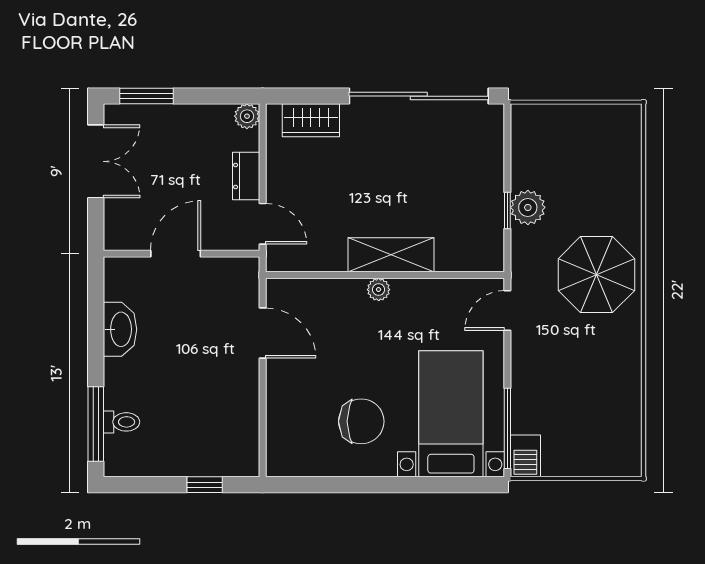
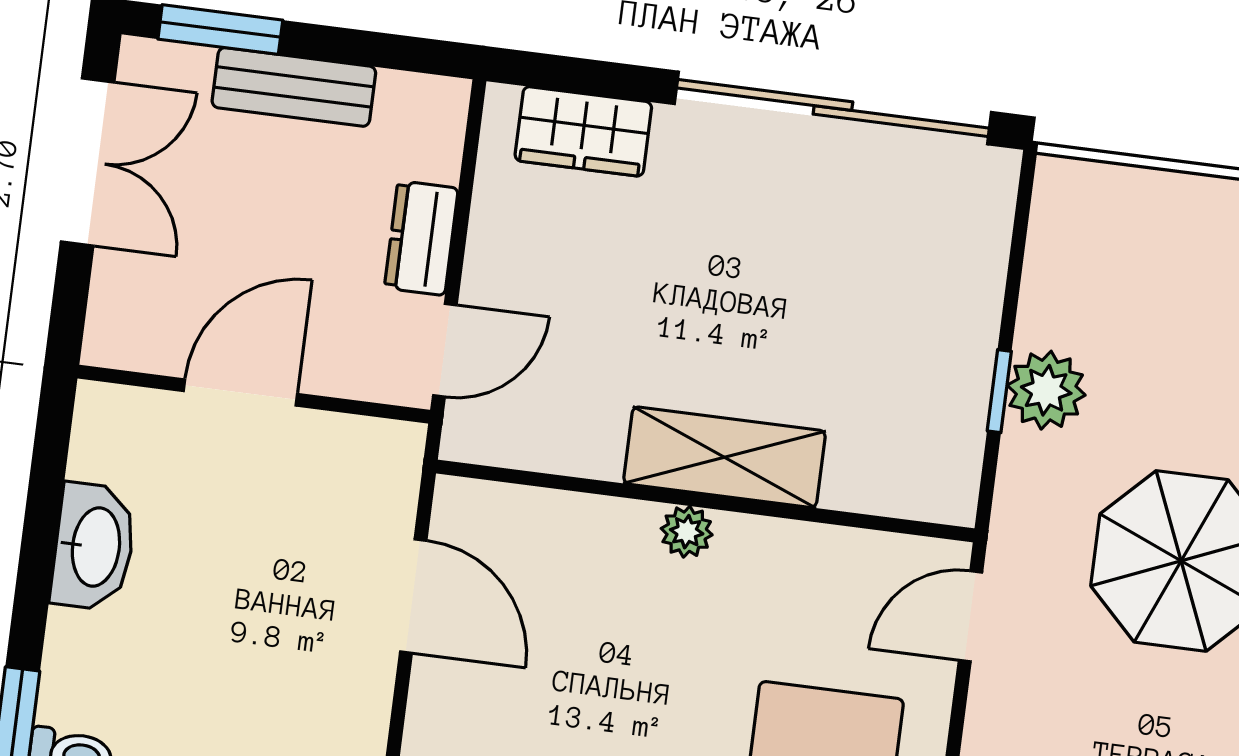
plant: (247, 116) -> (441, 104), removed
bench: (182, 117) -> (294, 87), added
door: (263, 224) -> (445, 350), hinge flipped

